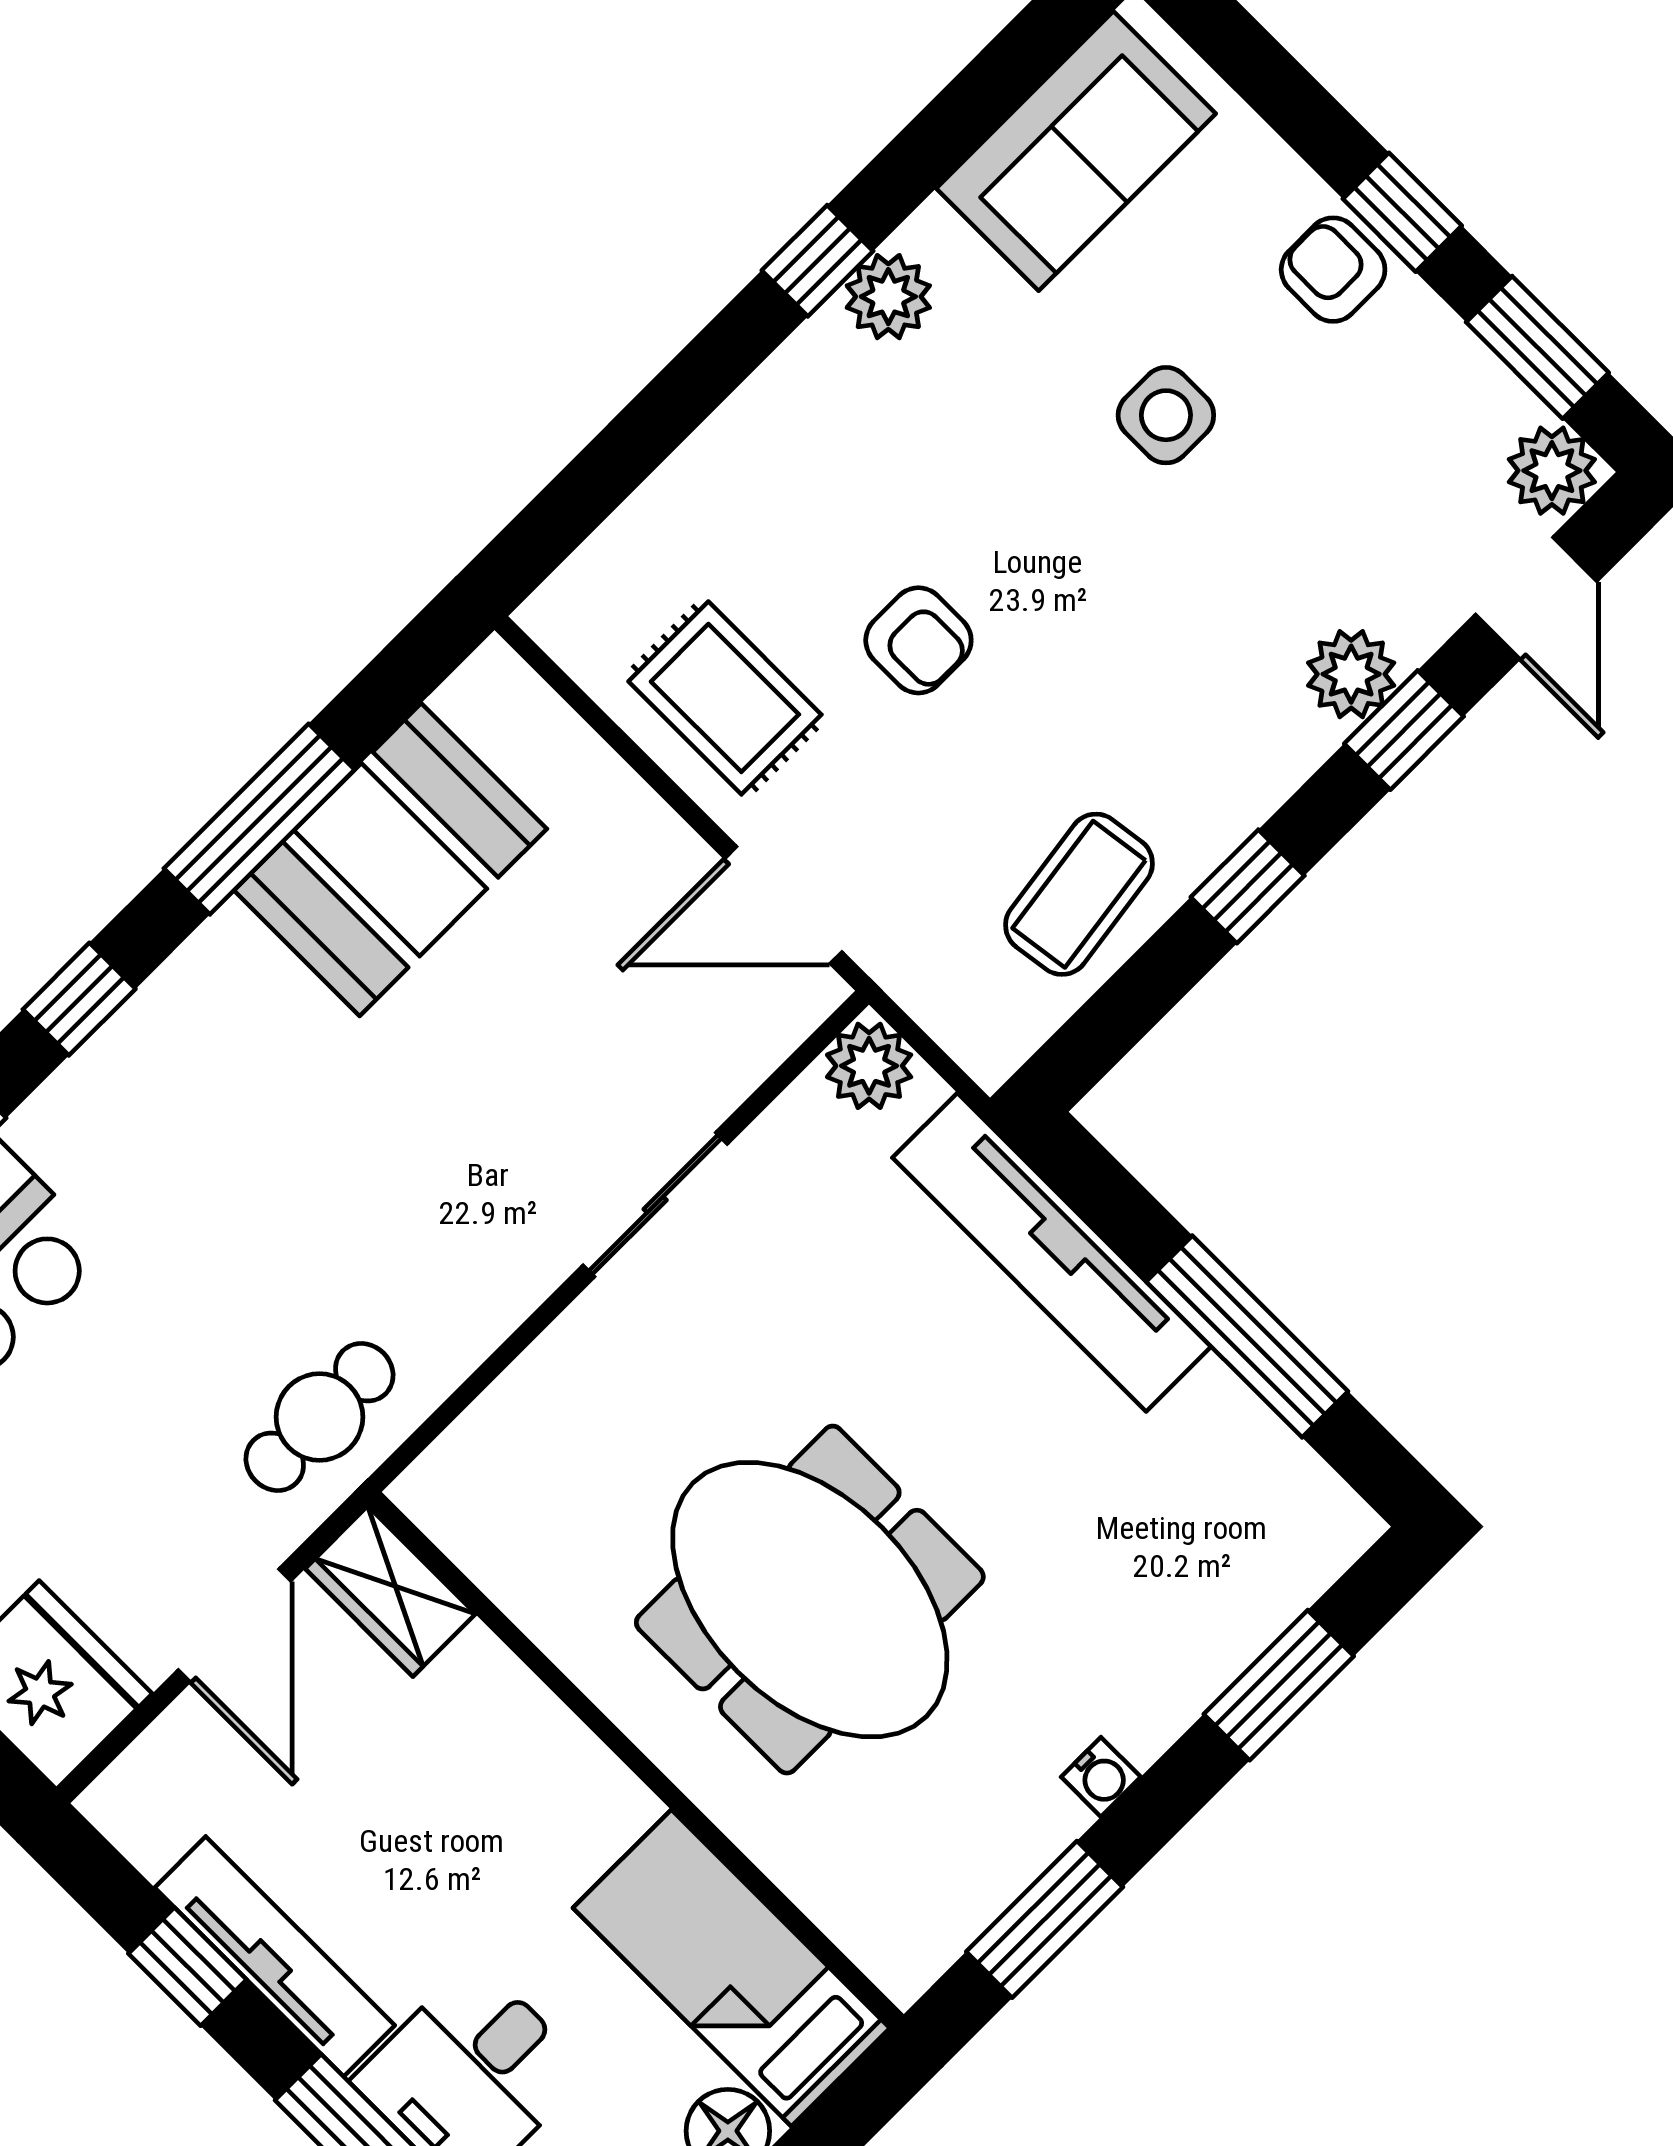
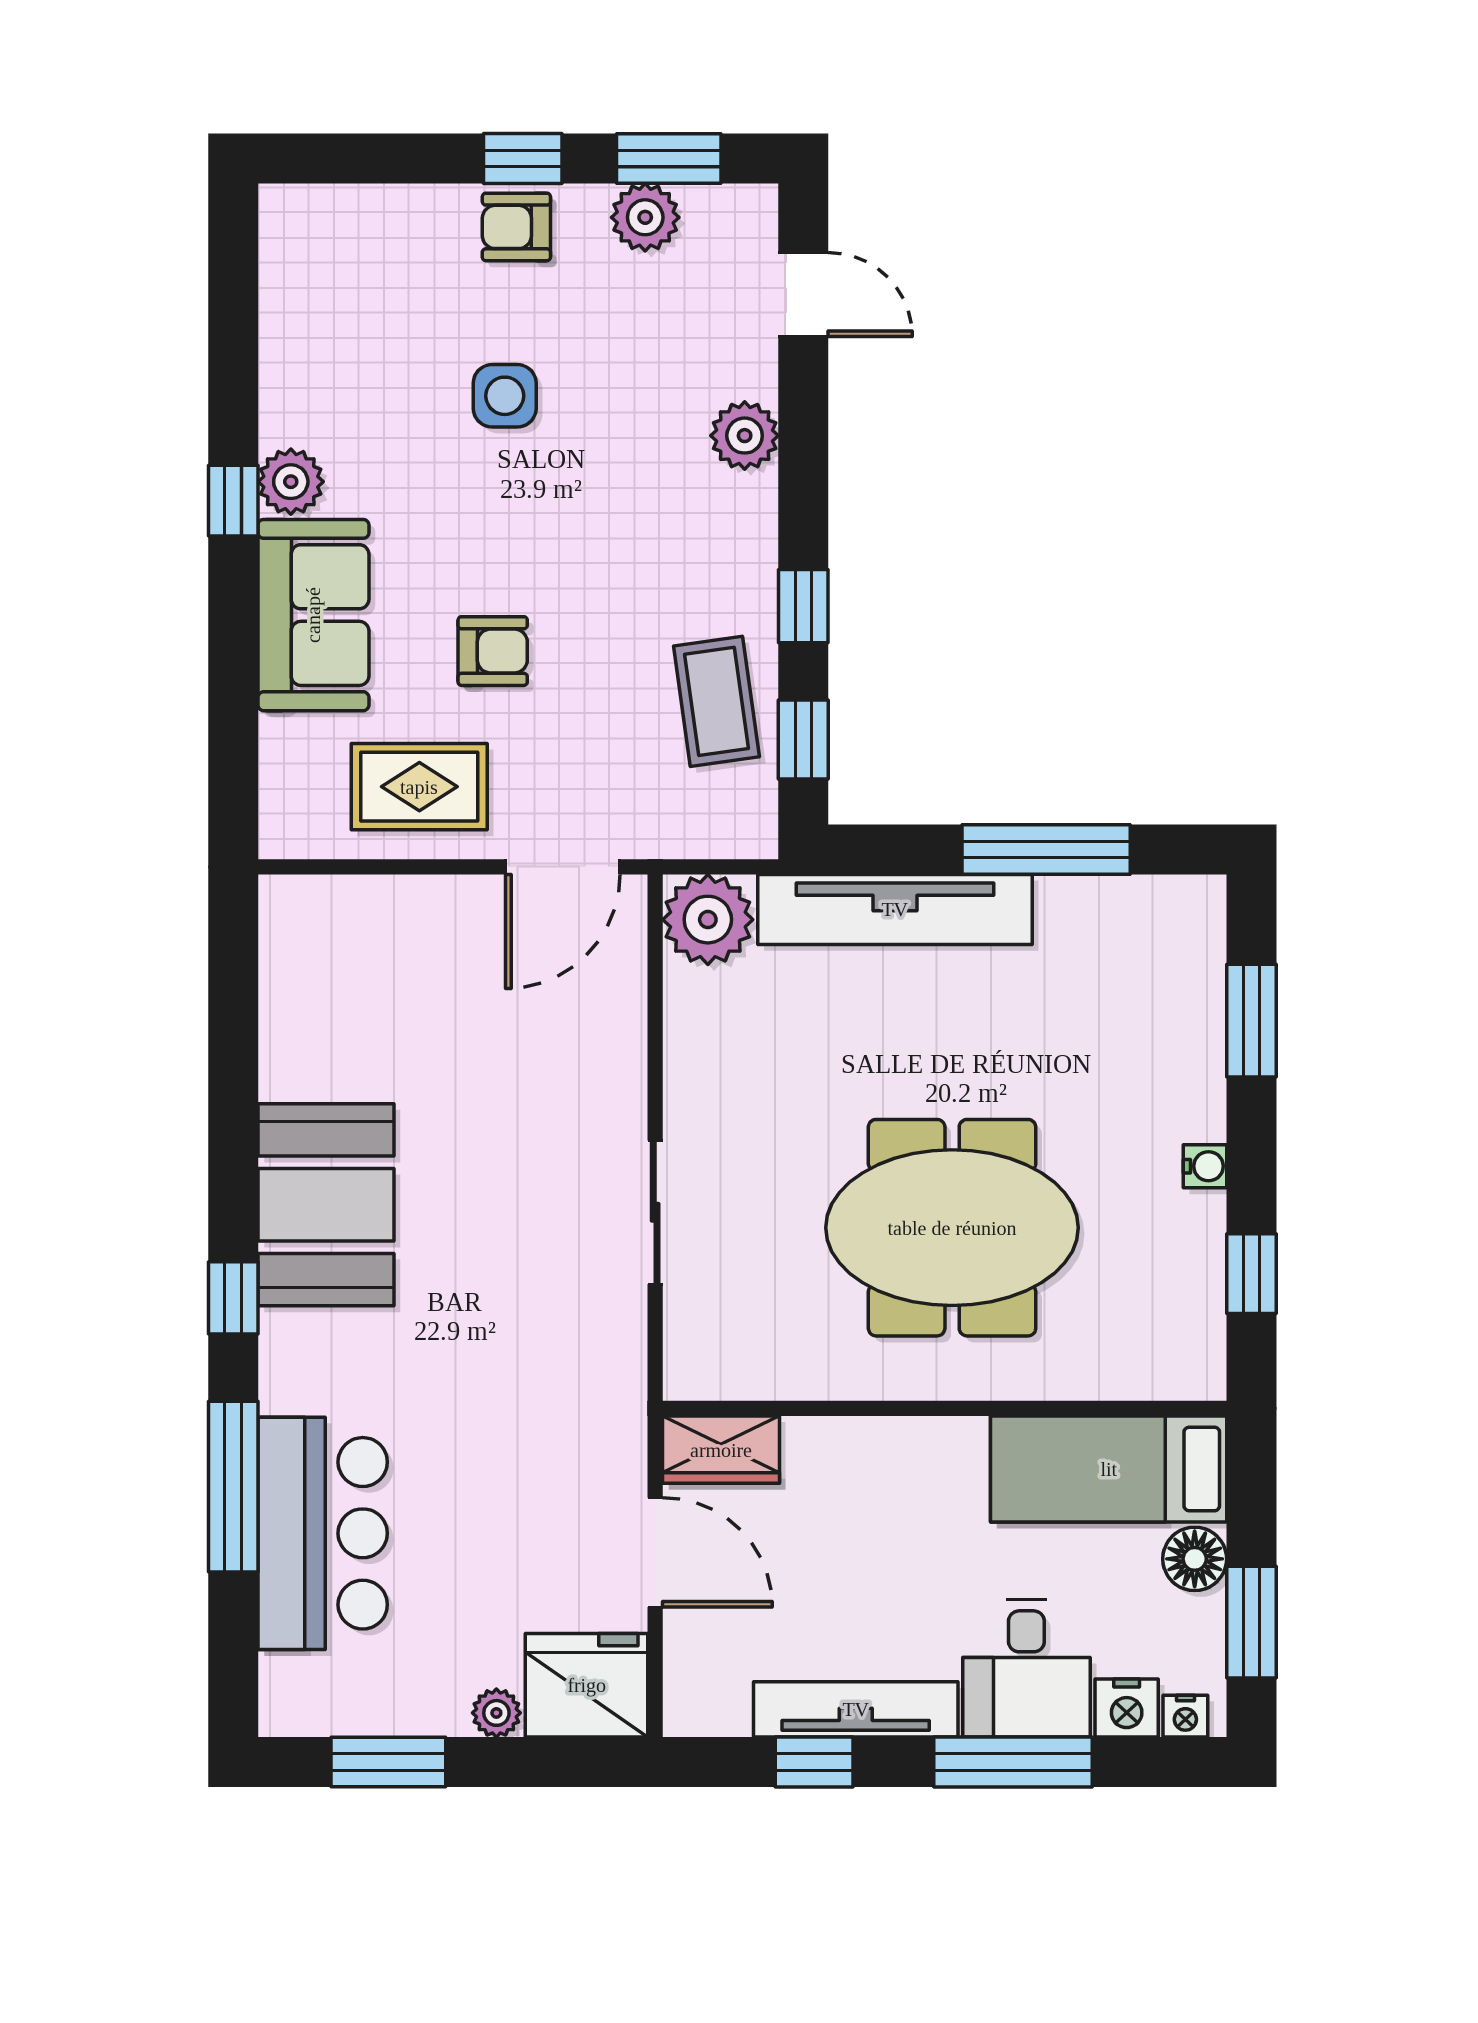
sofa: (1076, 151) -> (313, 615), moved
plant: (1552, 471) -> (645, 217), moved
window: (1404, 730) -> (803, 739), moved
window: (259, 819) -> (233, 1103), removed
booth: (390, 860) -> (326, 1205), moved
plant: (869, 1066) -> (708, 920), width x1.36, depth x1.36
sliding door: (655, 1205) -> (655, 1212), moved
cafe table: (320, 1417) -> (589, 1394), removed
window: (1045, 1919) -> (1251, 1274), width x0.67

